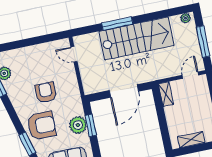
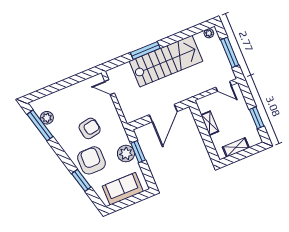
door: (190, 75) -> (224, 86), swing flipped
armchair: (46, 92) -> (90, 128), turned 80
shelving: (166, 94) -> (210, 123), moved
armchair: (42, 125) -> (91, 160), turned -90

